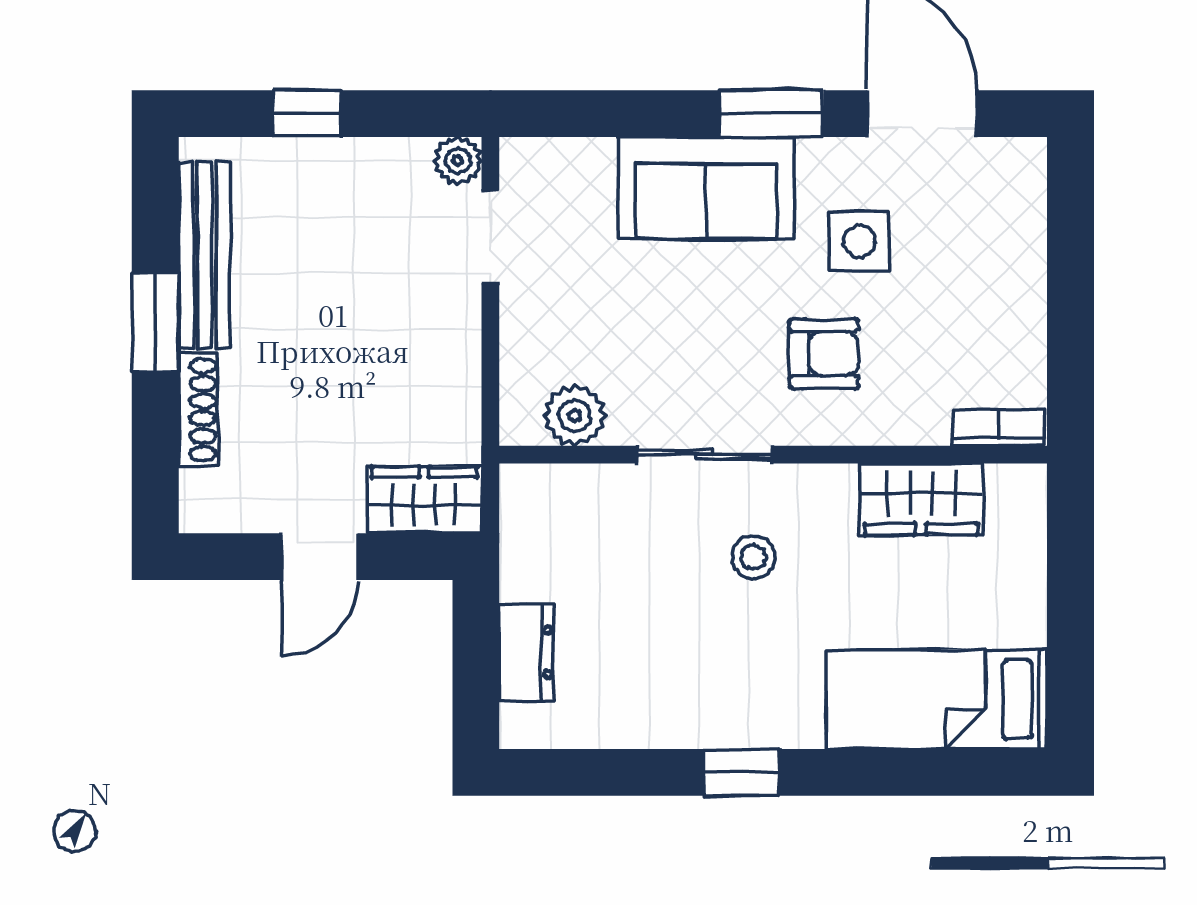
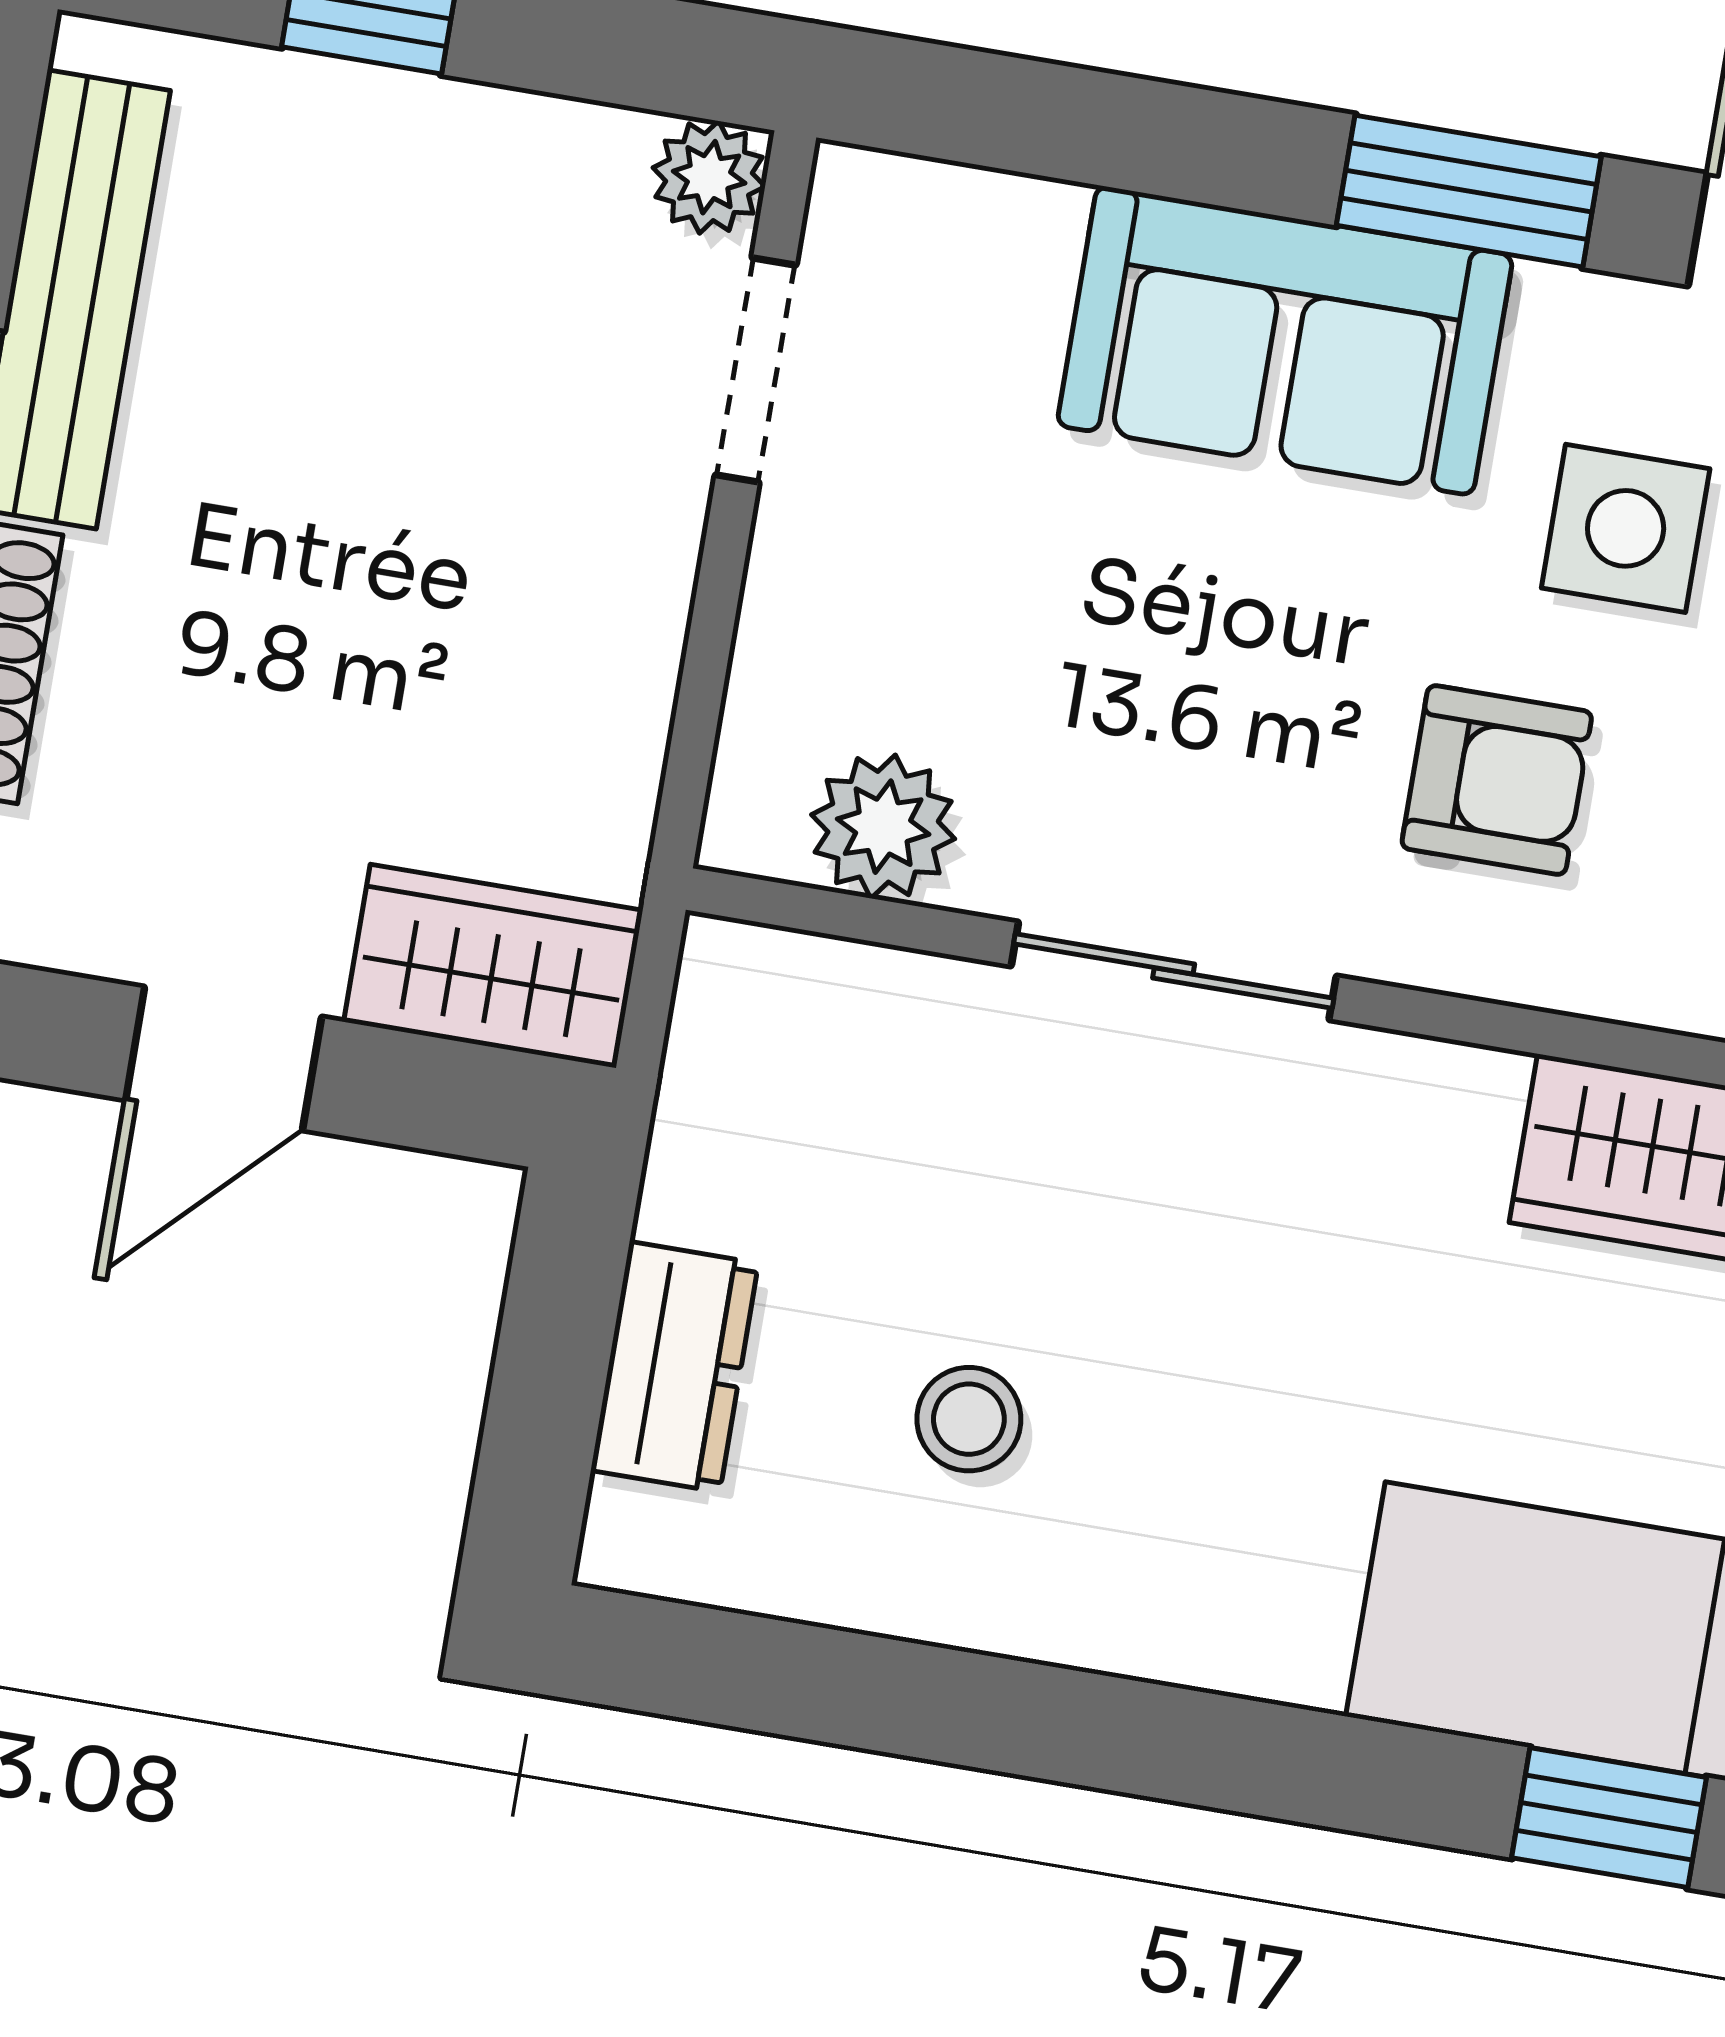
stool: (753, 557) -> (969, 1419), moved
window: (742, 772) -> (1609, 1818), moved

